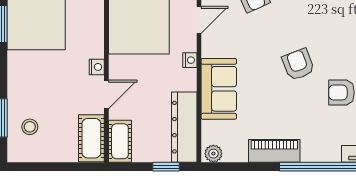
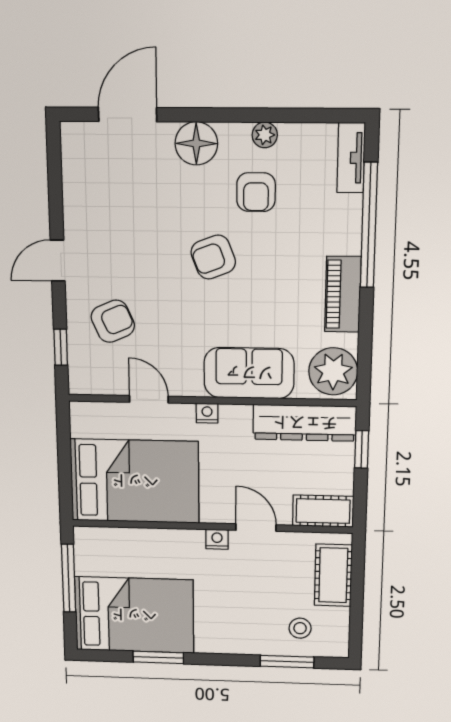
cot: (91, 138) -> (333, 575), moved, turned 90
plant: (213, 154) -> (333, 371), width x1.88, depth x1.88

